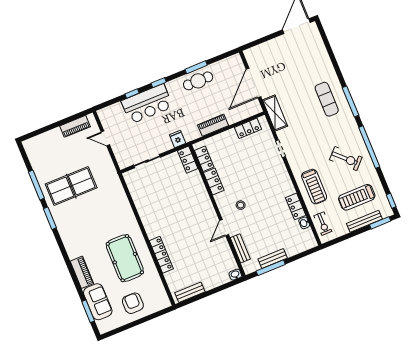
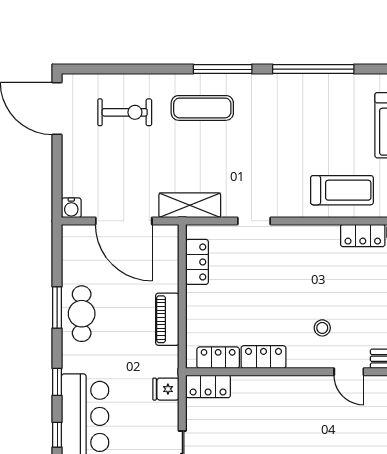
water cooler: (249, 54) -> (71, 208), added
exercise bike: (346, 159) -> (125, 112), moved, turned 46

